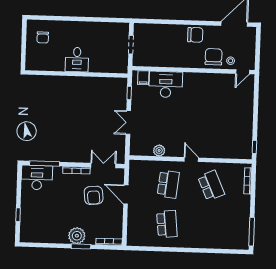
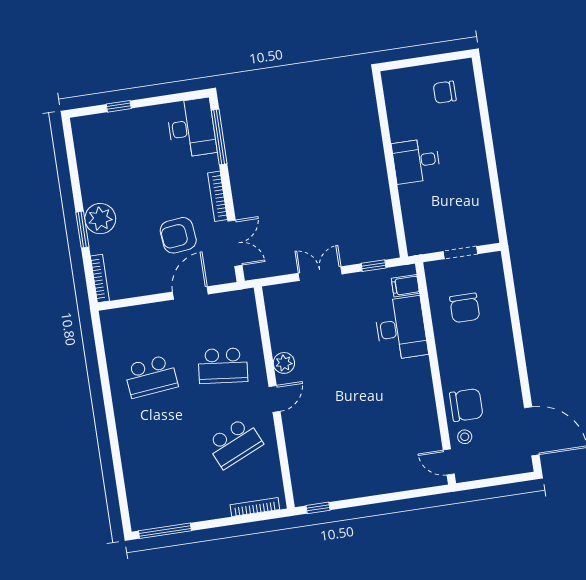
chair: (195, 35) -> (465, 308), moved
plant: (159, 150) -> (284, 363), moved

